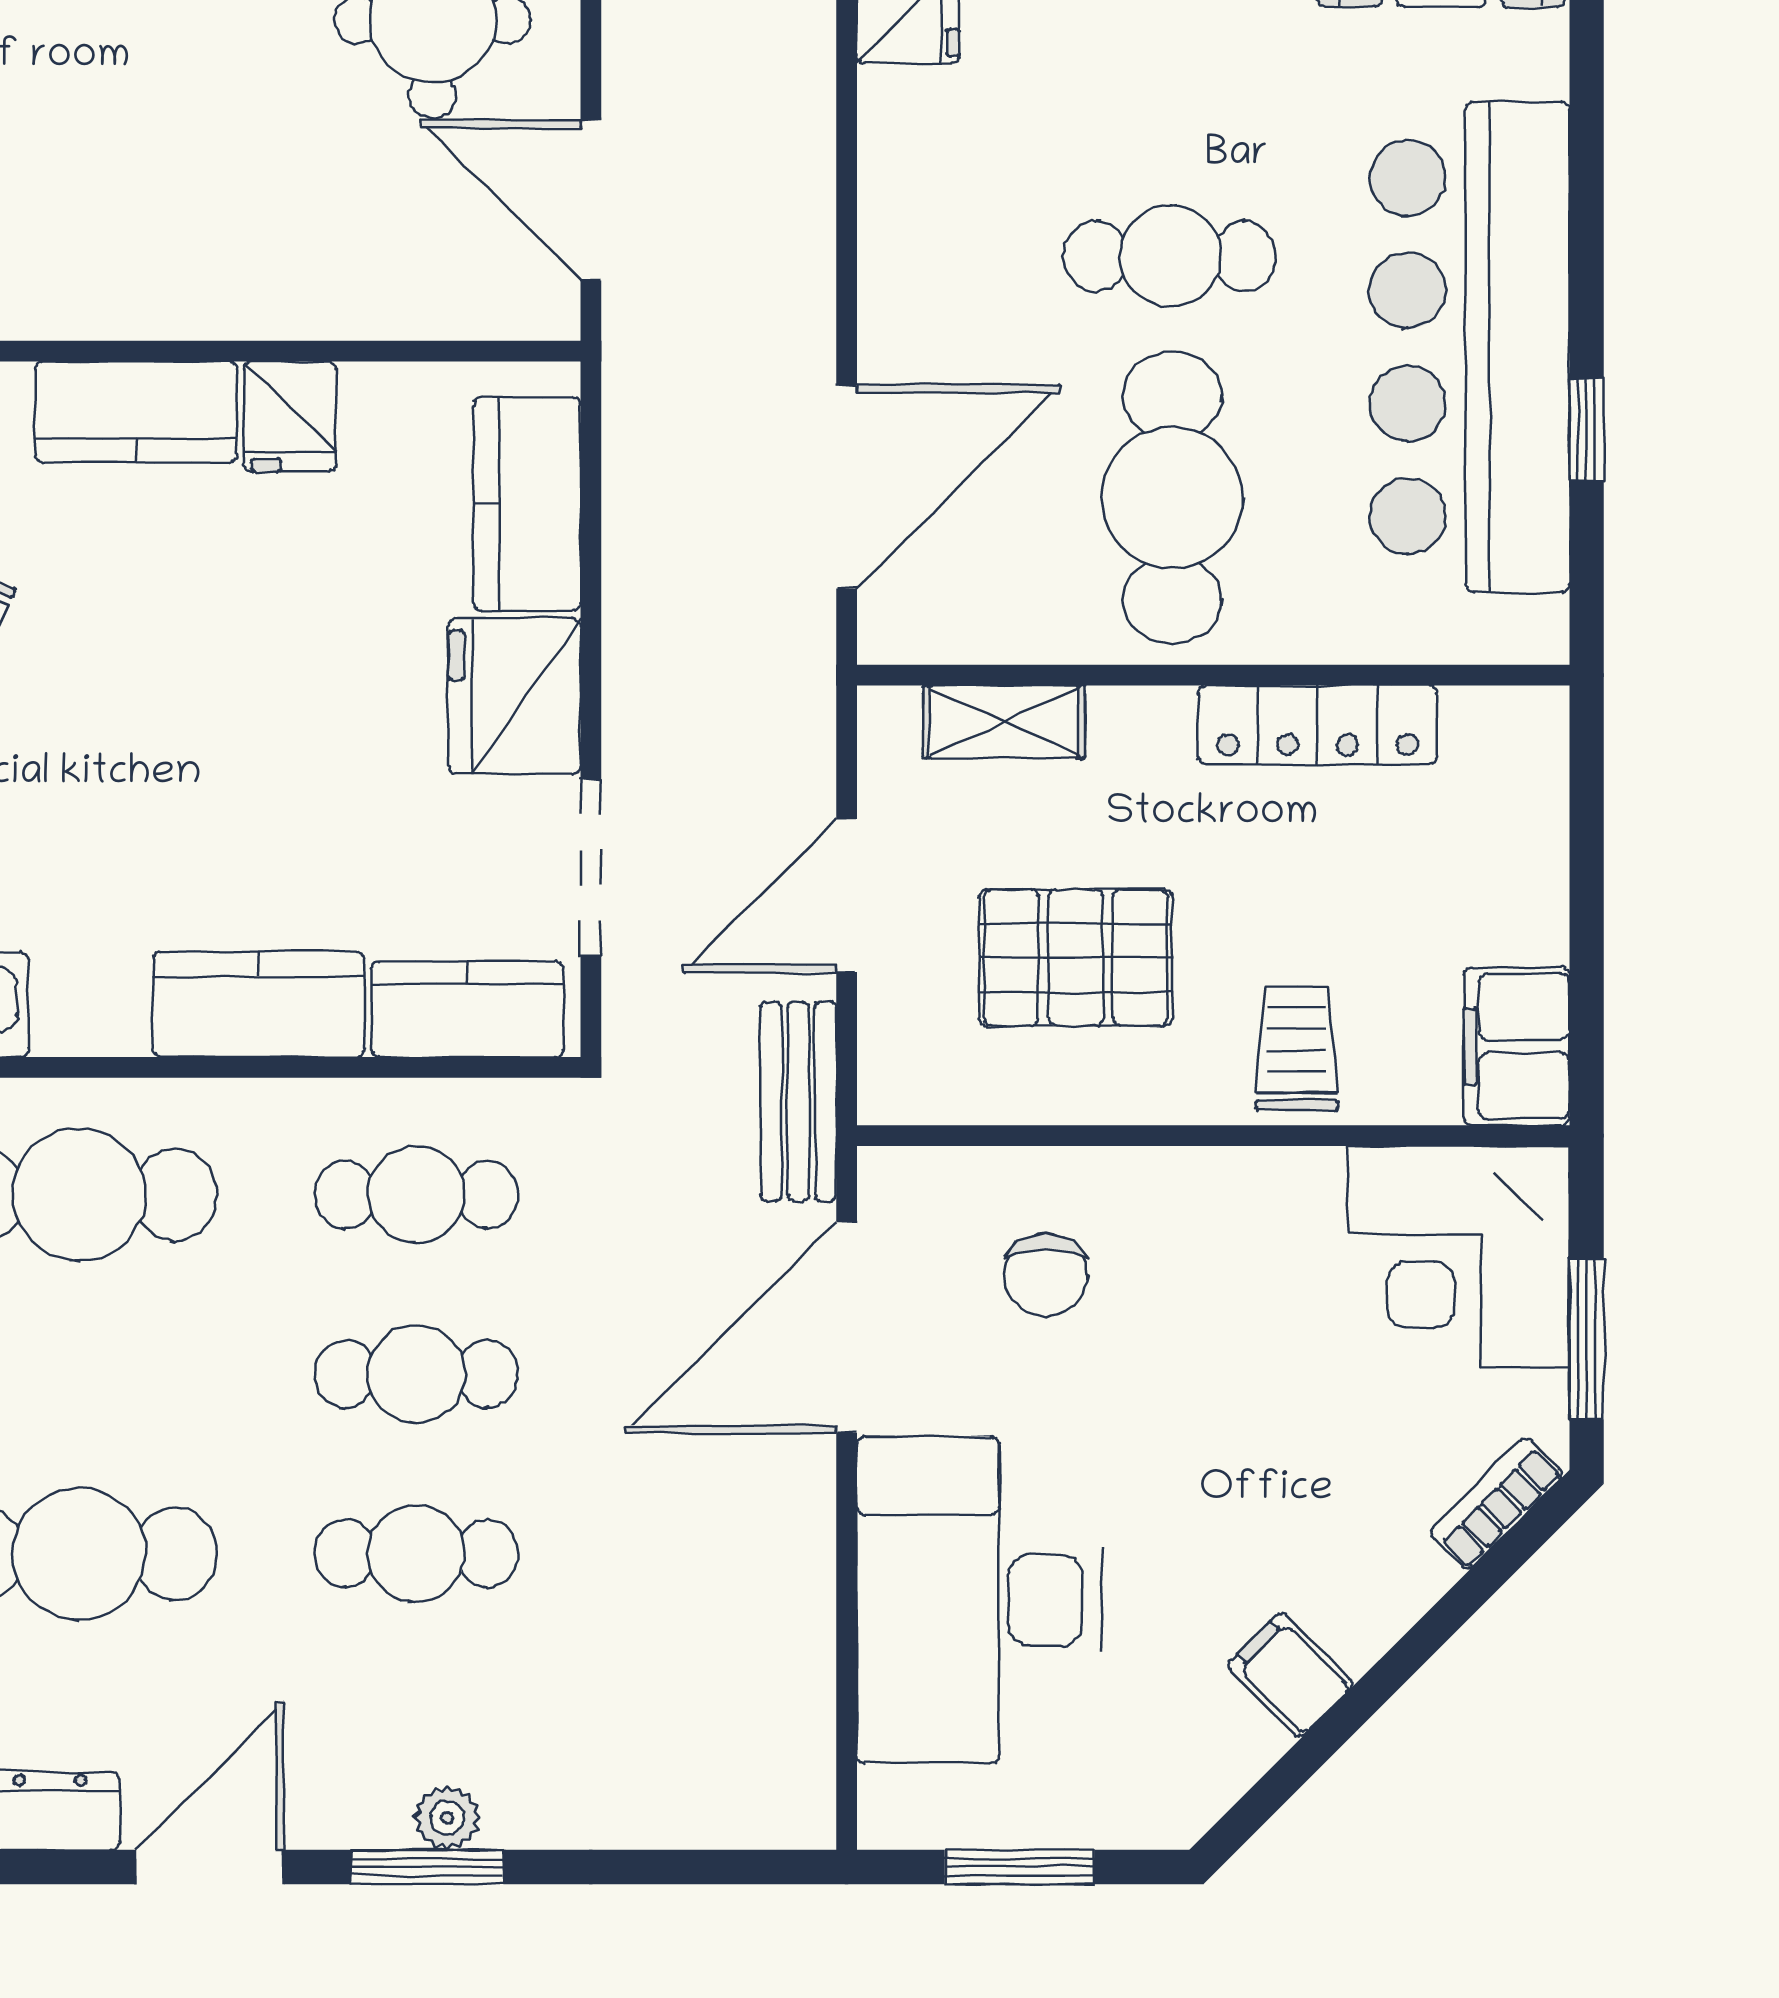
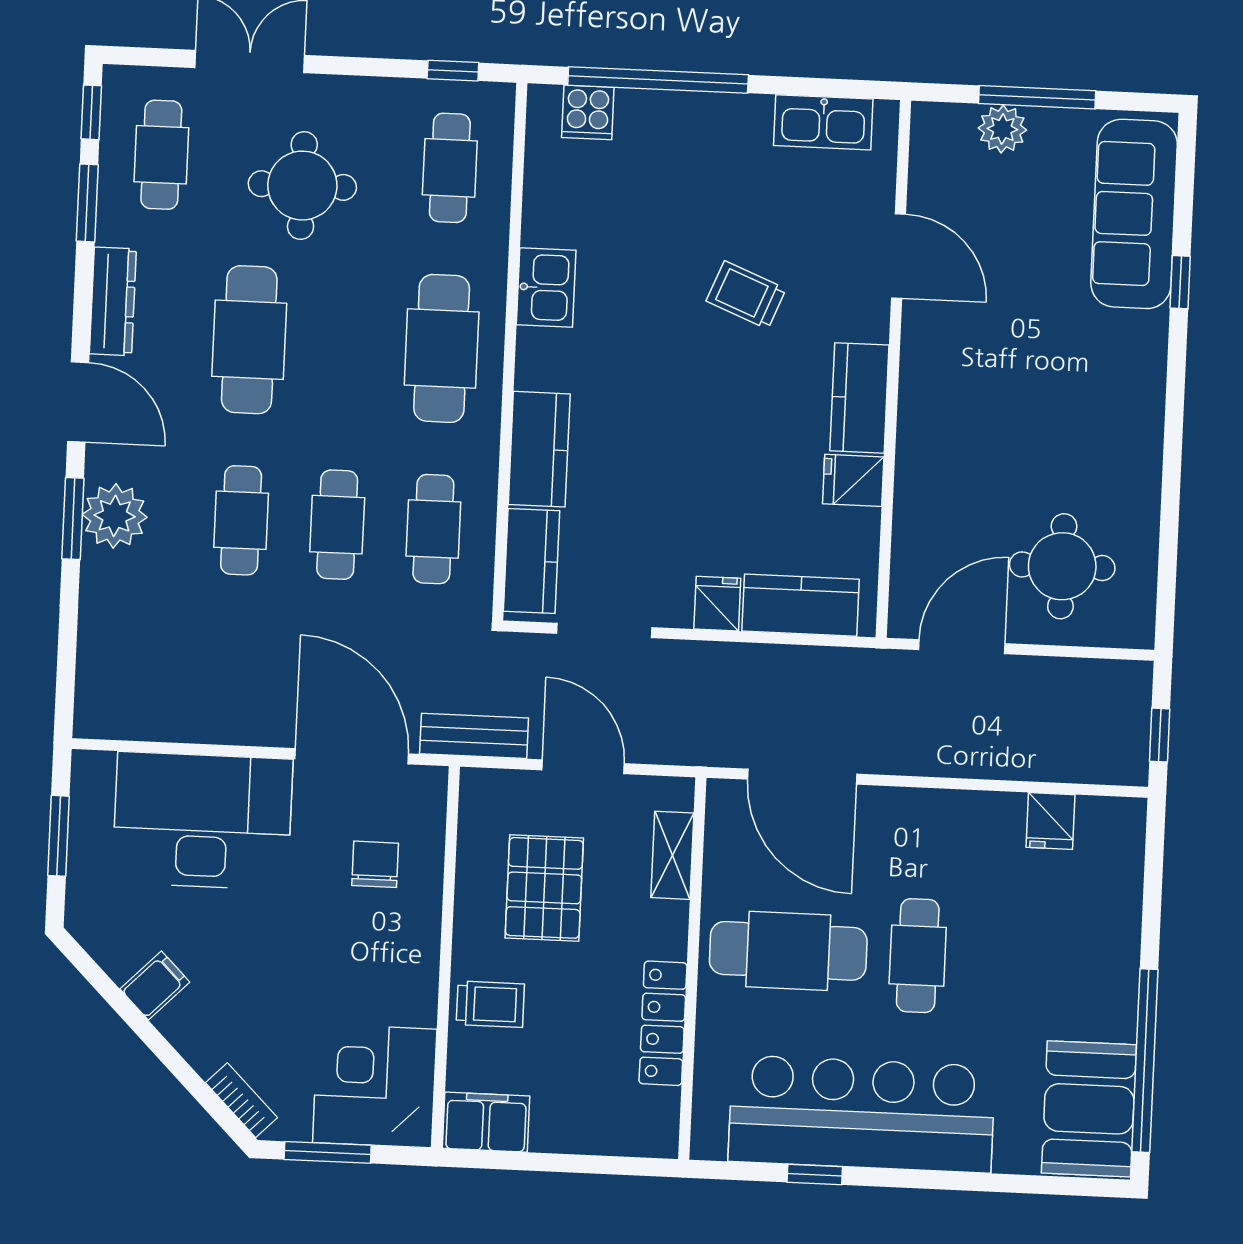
fridge: (515, 696) -> (717, 604), width x0.53, depth x0.75
chair: (1046, 1275) -> (375, 864), turned 90
plant: (447, 1818) -> (115, 516), width x1.88, depth x1.88

